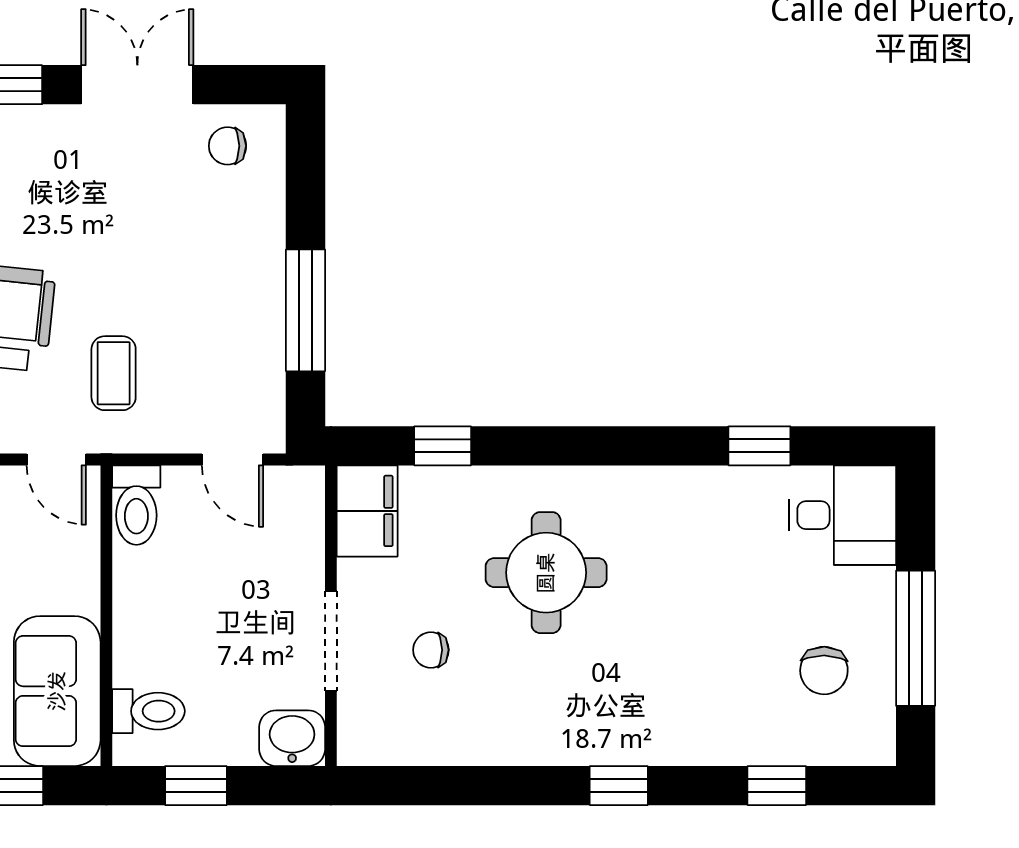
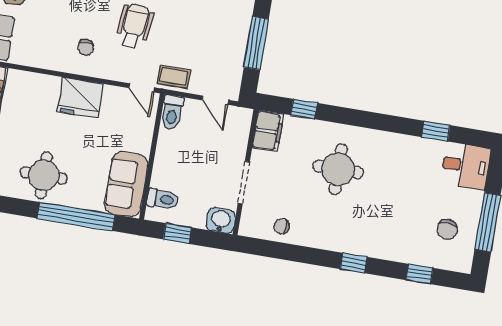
coffee table: (114, 373) -> (174, 77), moved, turned 90
chair: (431, 650) -> (282, 226), moved

